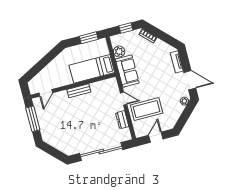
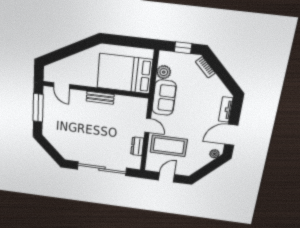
window: (89, 38) -> (134, 42), removed
bed: (92, 69) -> (125, 74), width x1.50
door: (190, 80) -> (231, 135), swing flipped
door: (46, 93) -> (62, 86), hinge flipped

